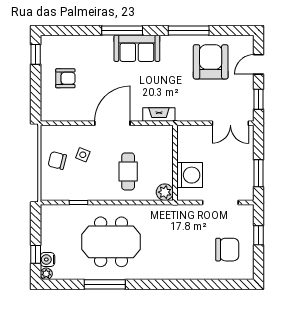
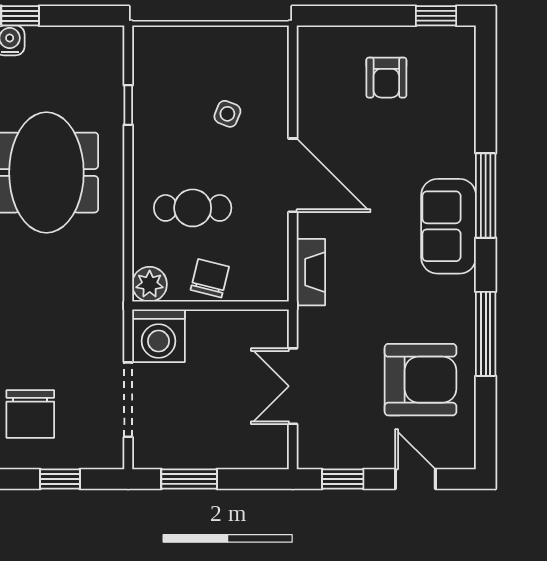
double door: (230, 123) -> (293, 386), moved
chair: (57, 160) -> (210, 278), moved
washing machine: (190, 175) -> (159, 336), moved

